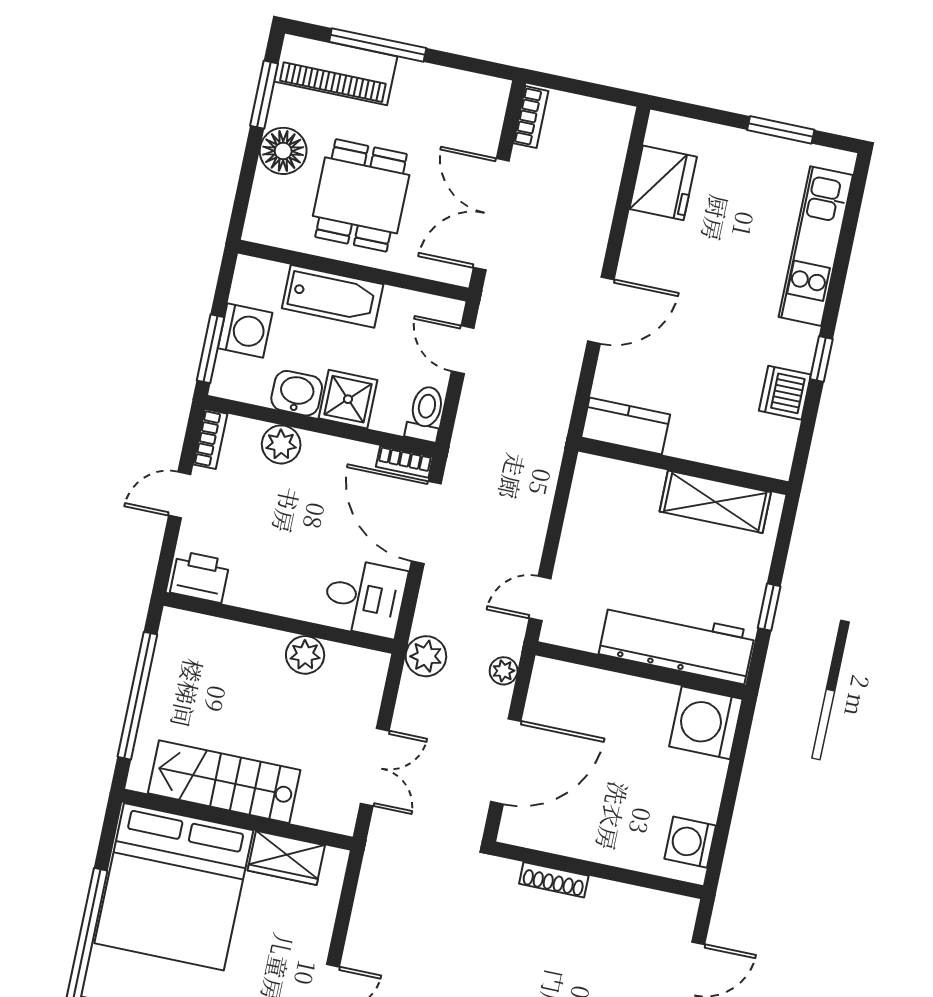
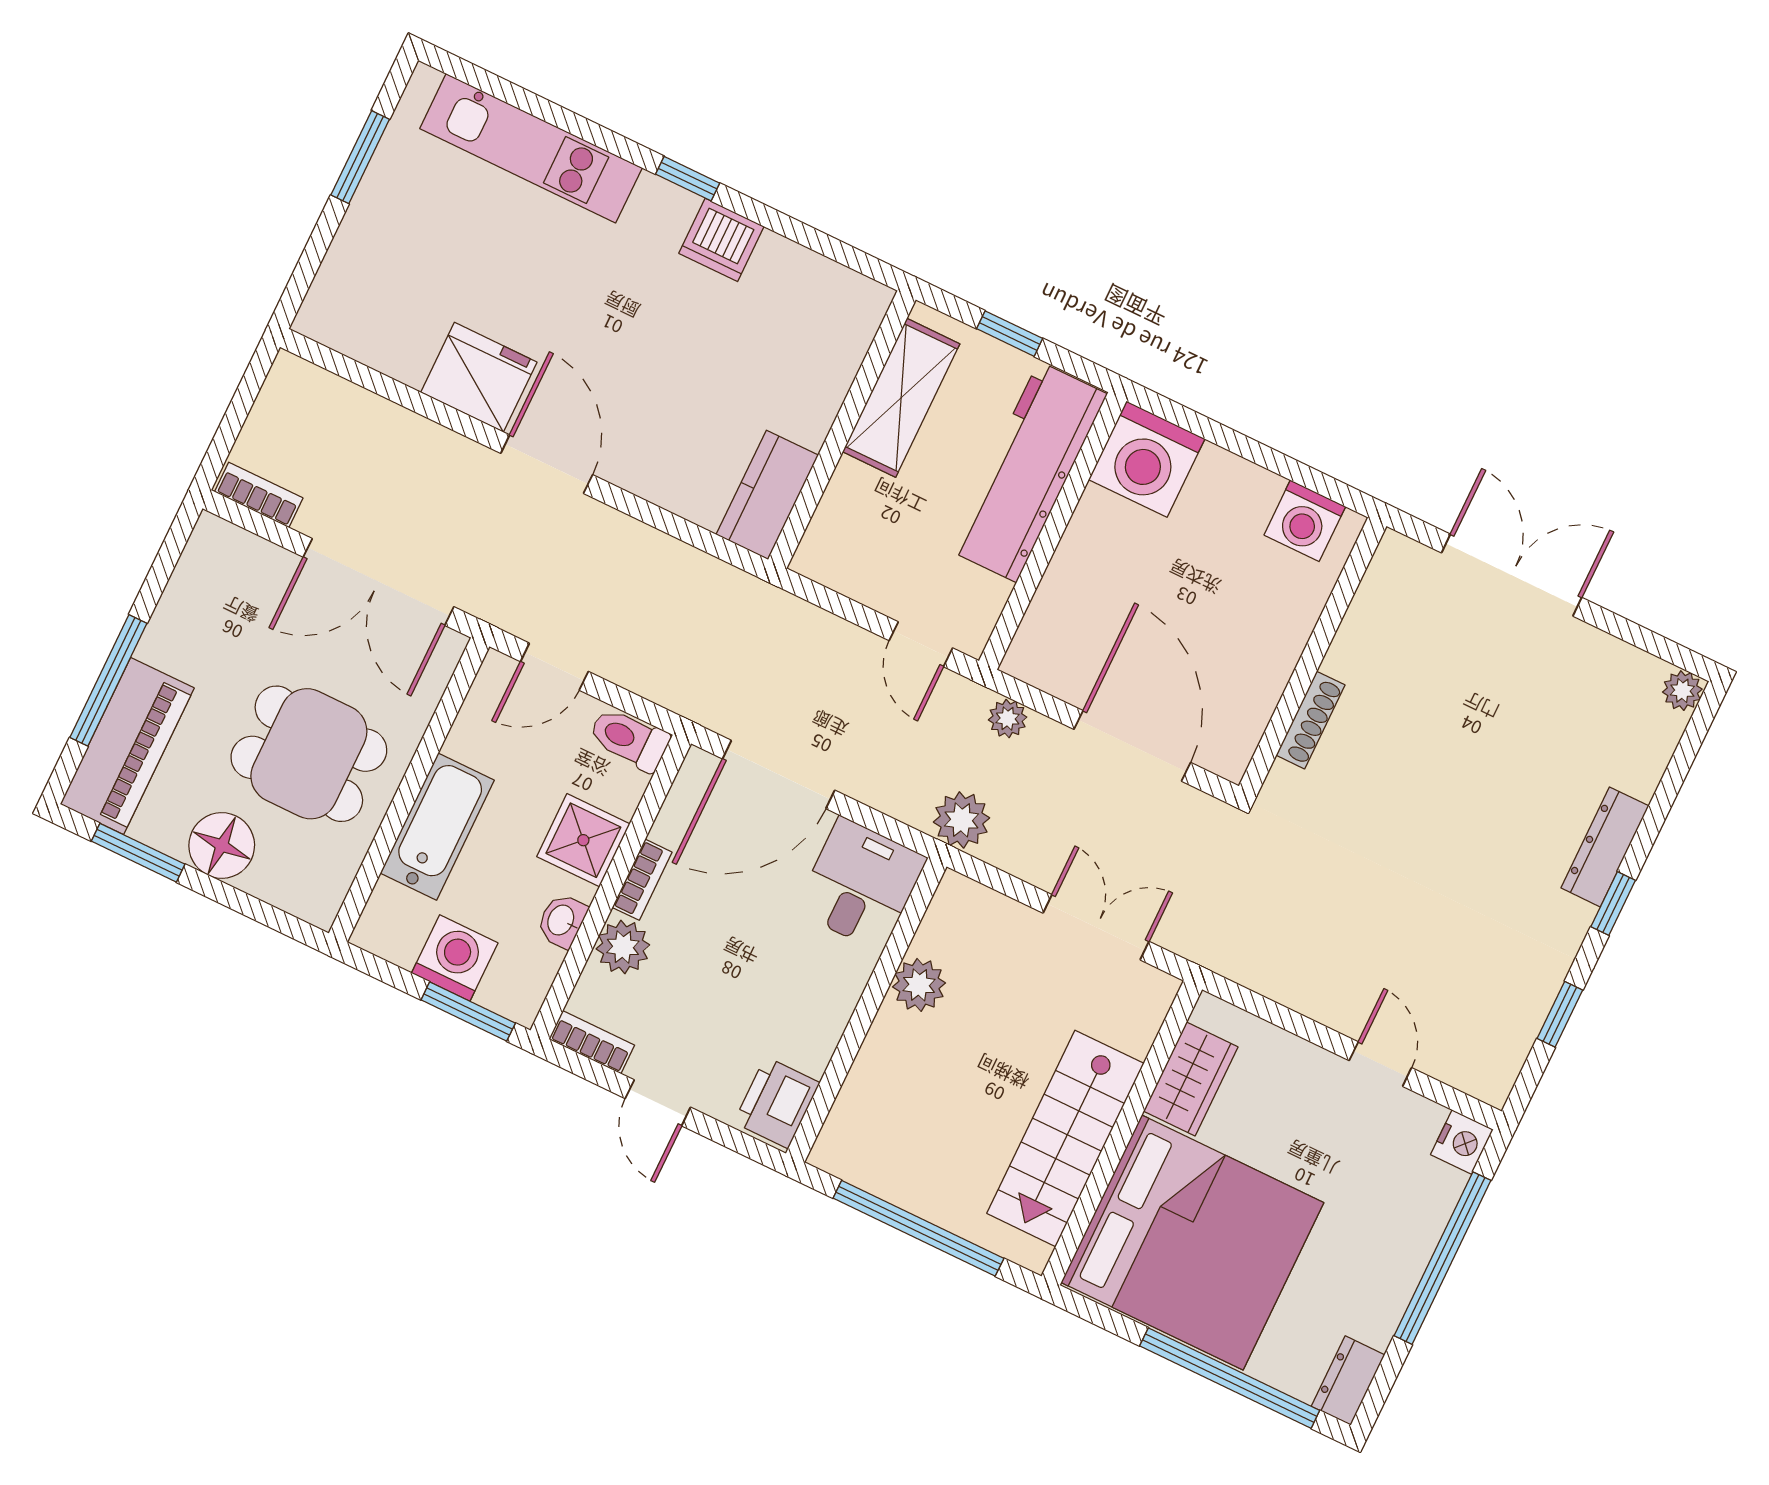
fridge: (663, 183) -> (479, 377), moved
washbasin: (297, 393) -> (562, 921), width x0.72, depth x0.69
kitchen counter: (626, 426) -> (767, 495), moved
bookcase: (404, 462) -> (642, 880), moved
wall: (683, 466) -> (842, 430), moved
shelving: (715, 502) -> (901, 398), moved

